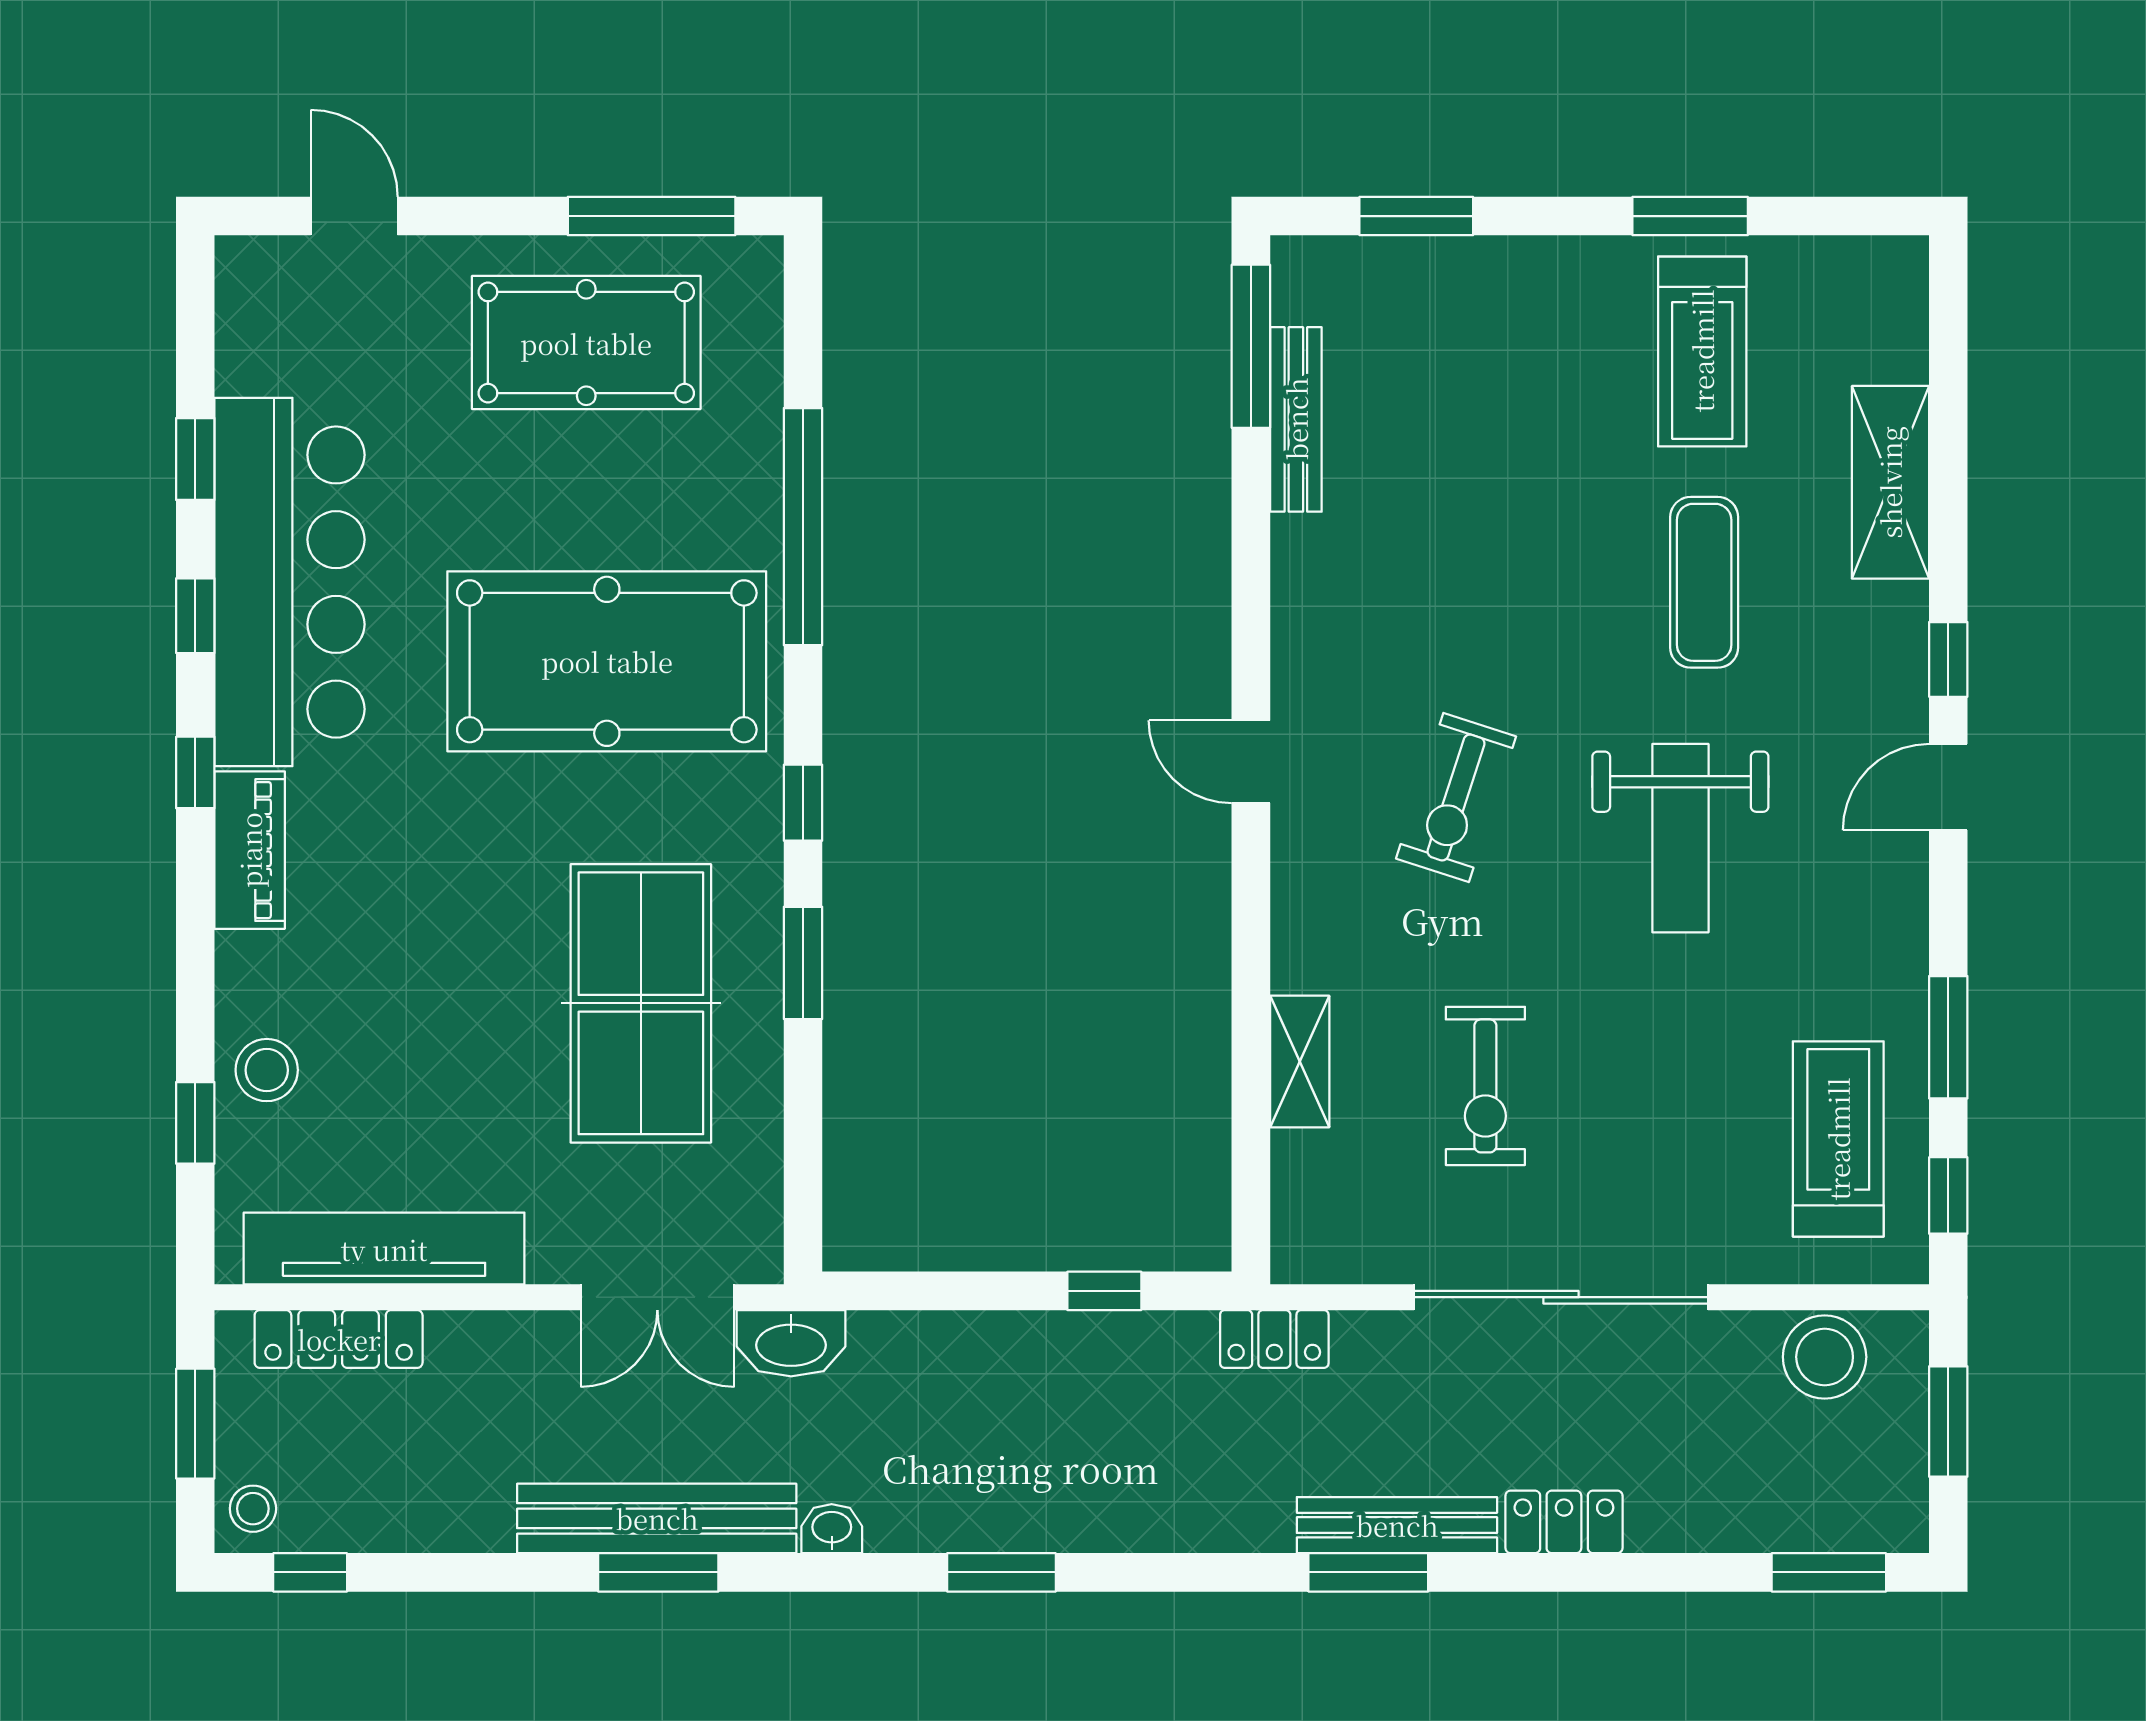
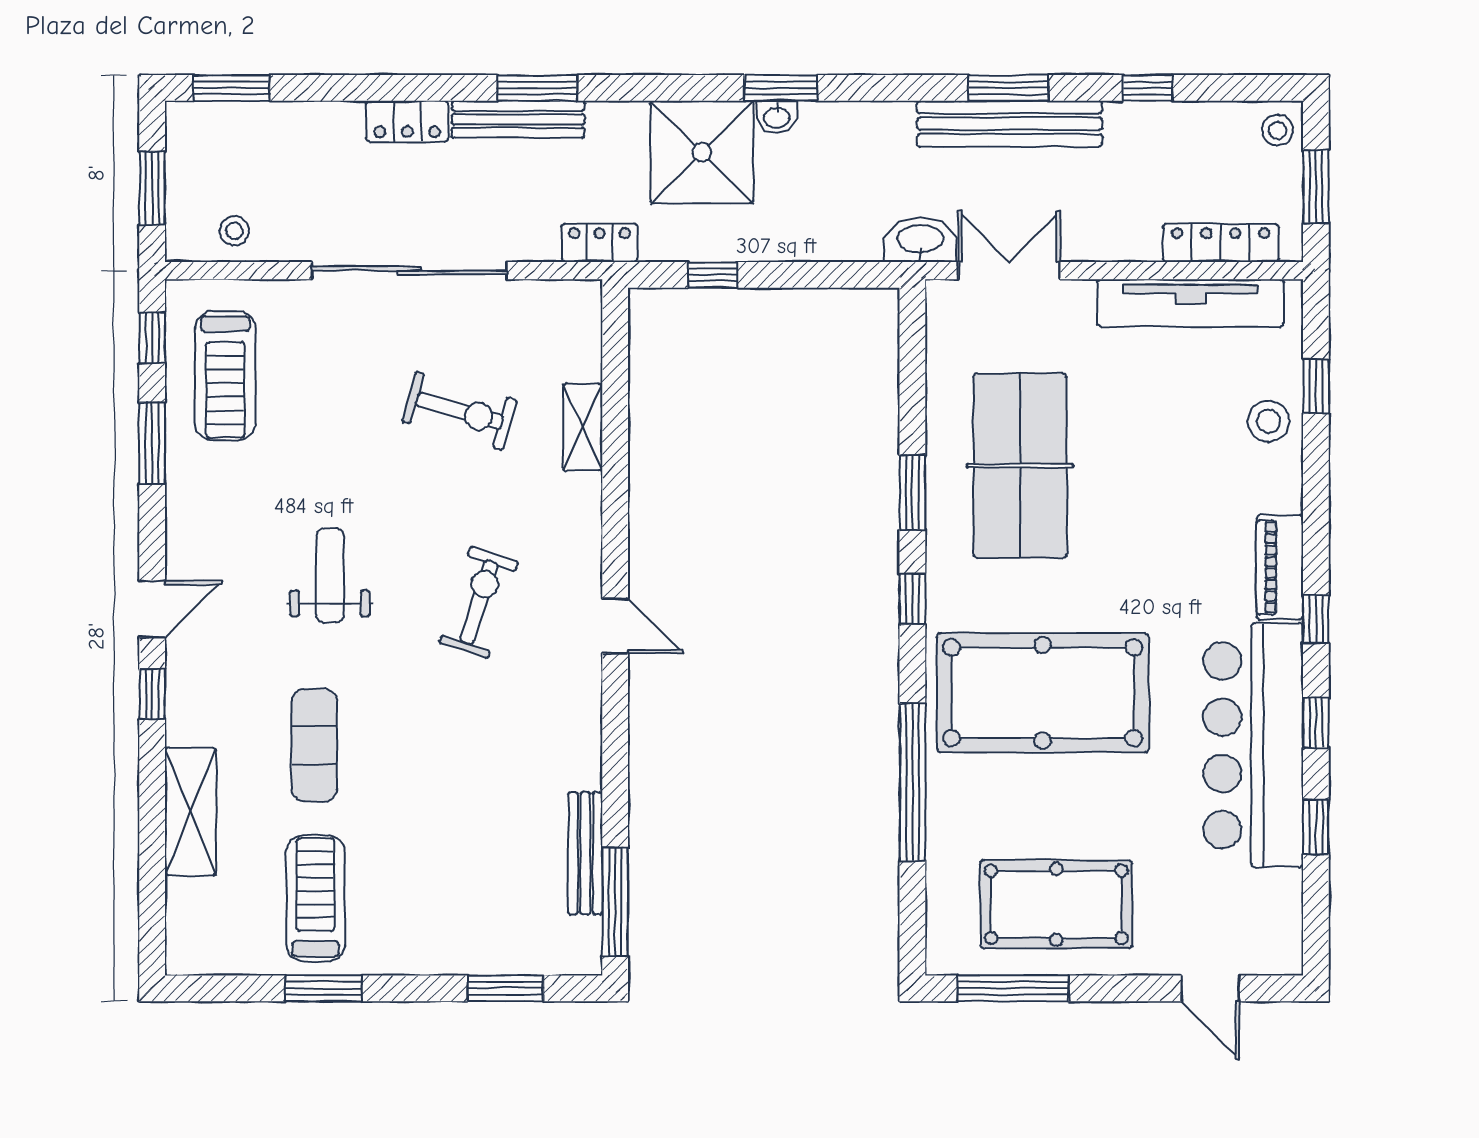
weight bench: (1680, 838) -> (330, 575), width x0.73, depth x0.75
exercise bike: (1485, 1086) -> (459, 411), turned 106
stool: (1825, 1357) -> (234, 231), width x0.53, depth x0.53
shower: (1120, 1476) -> (702, 152), added
washbasin: (832, 1529) -> (777, 117), moved
window: (310, 1572) -> (1148, 88), moved

